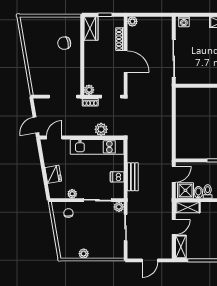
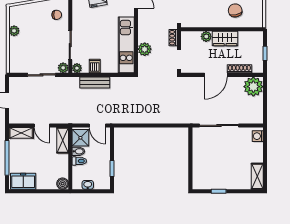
plant: (132, 21) -> (253, 87), width x1.87, depth x1.87
wardrobe: (91, 28) -> (225, 38), moved
plant: (89, 90) -> (206, 36), moved
plant: (72, 194) -> (77, 68), moved

